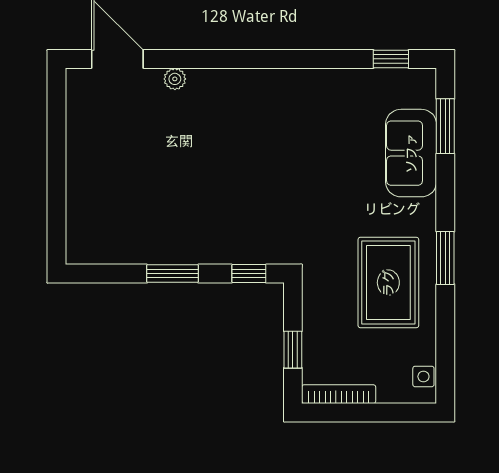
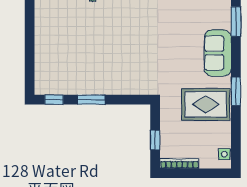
sofa: (411, 153) -> (218, 53), moved
window: (249, 274) -> (54, 100), moved
rug: (388, 283) -> (206, 104), turned 90

